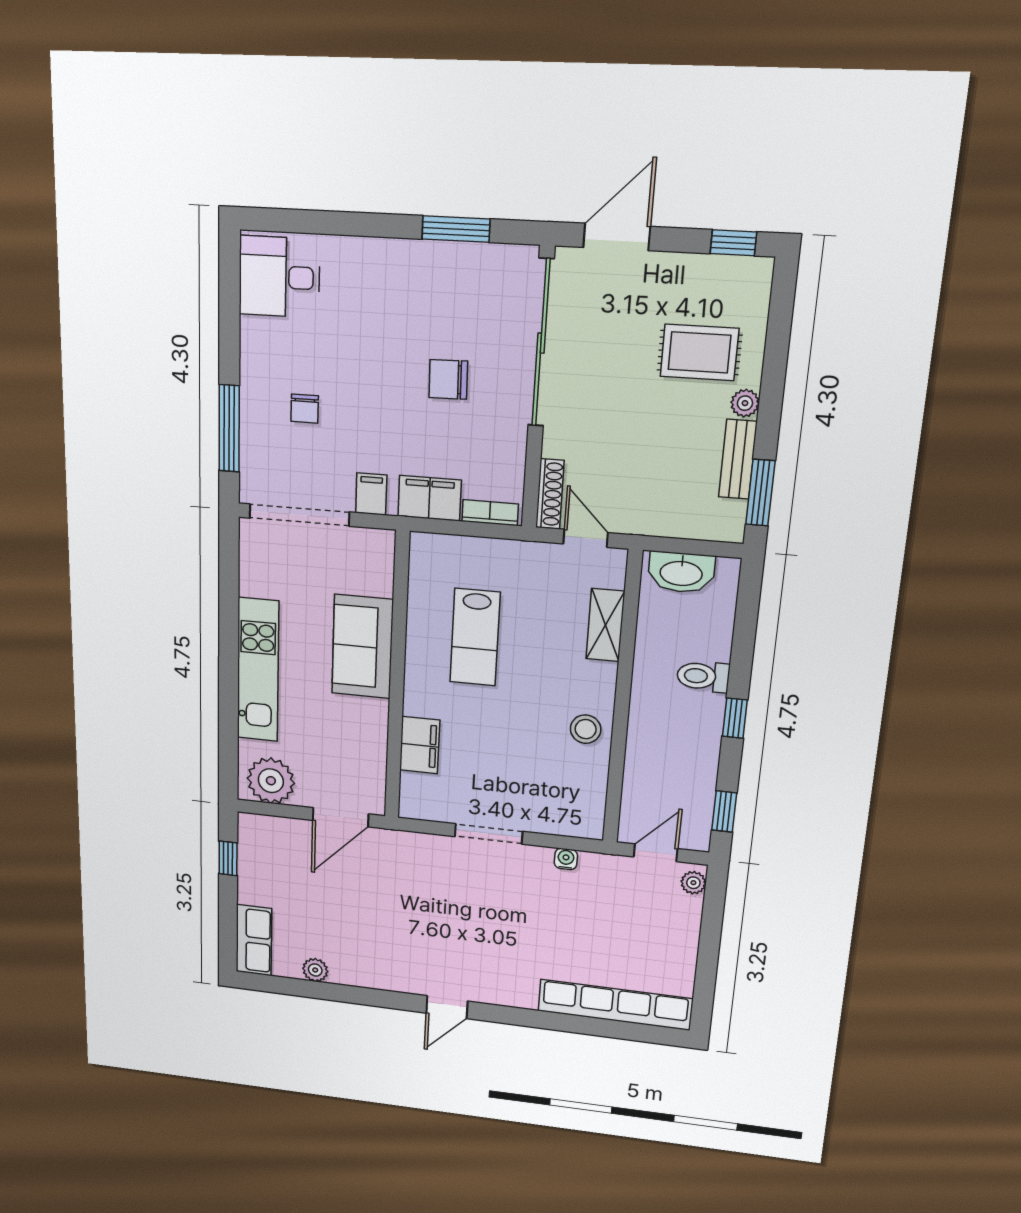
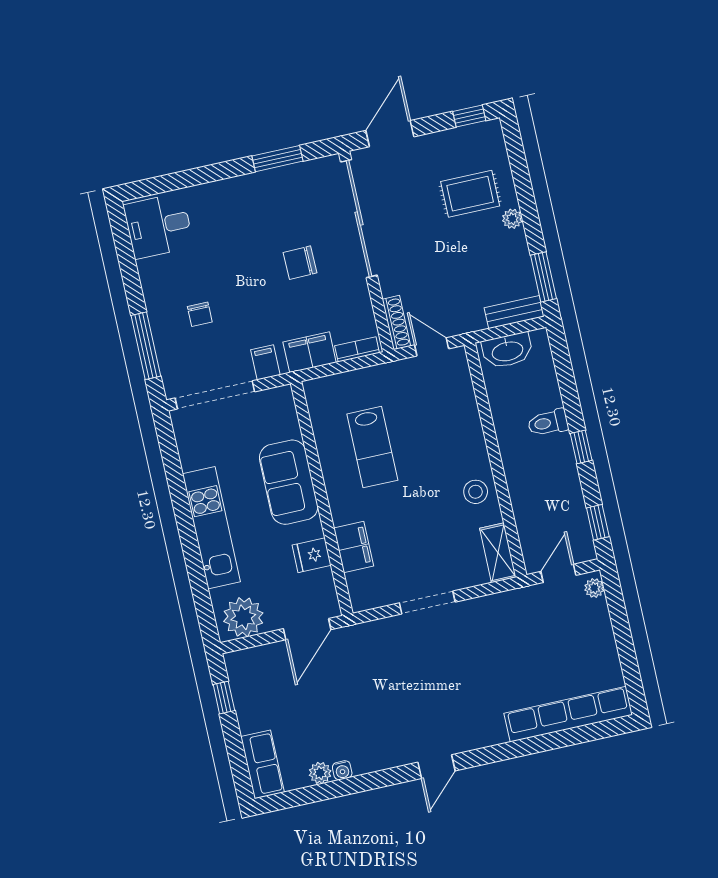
bench: (738, 459) -> (514, 312), moved, turned 90
shelving: (605, 625) -> (498, 553), moved
fridge: (368, 738) -> (312, 555), added
water cooler: (566, 859) -> (342, 770), moved, turned 180

